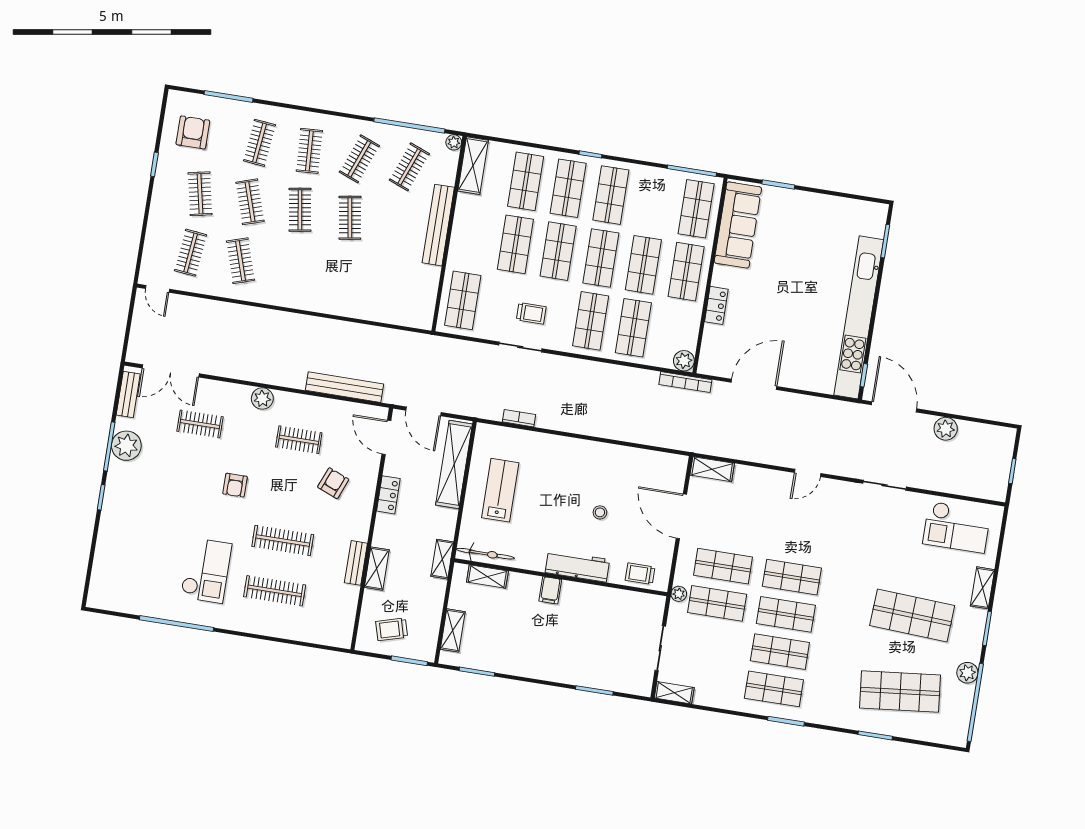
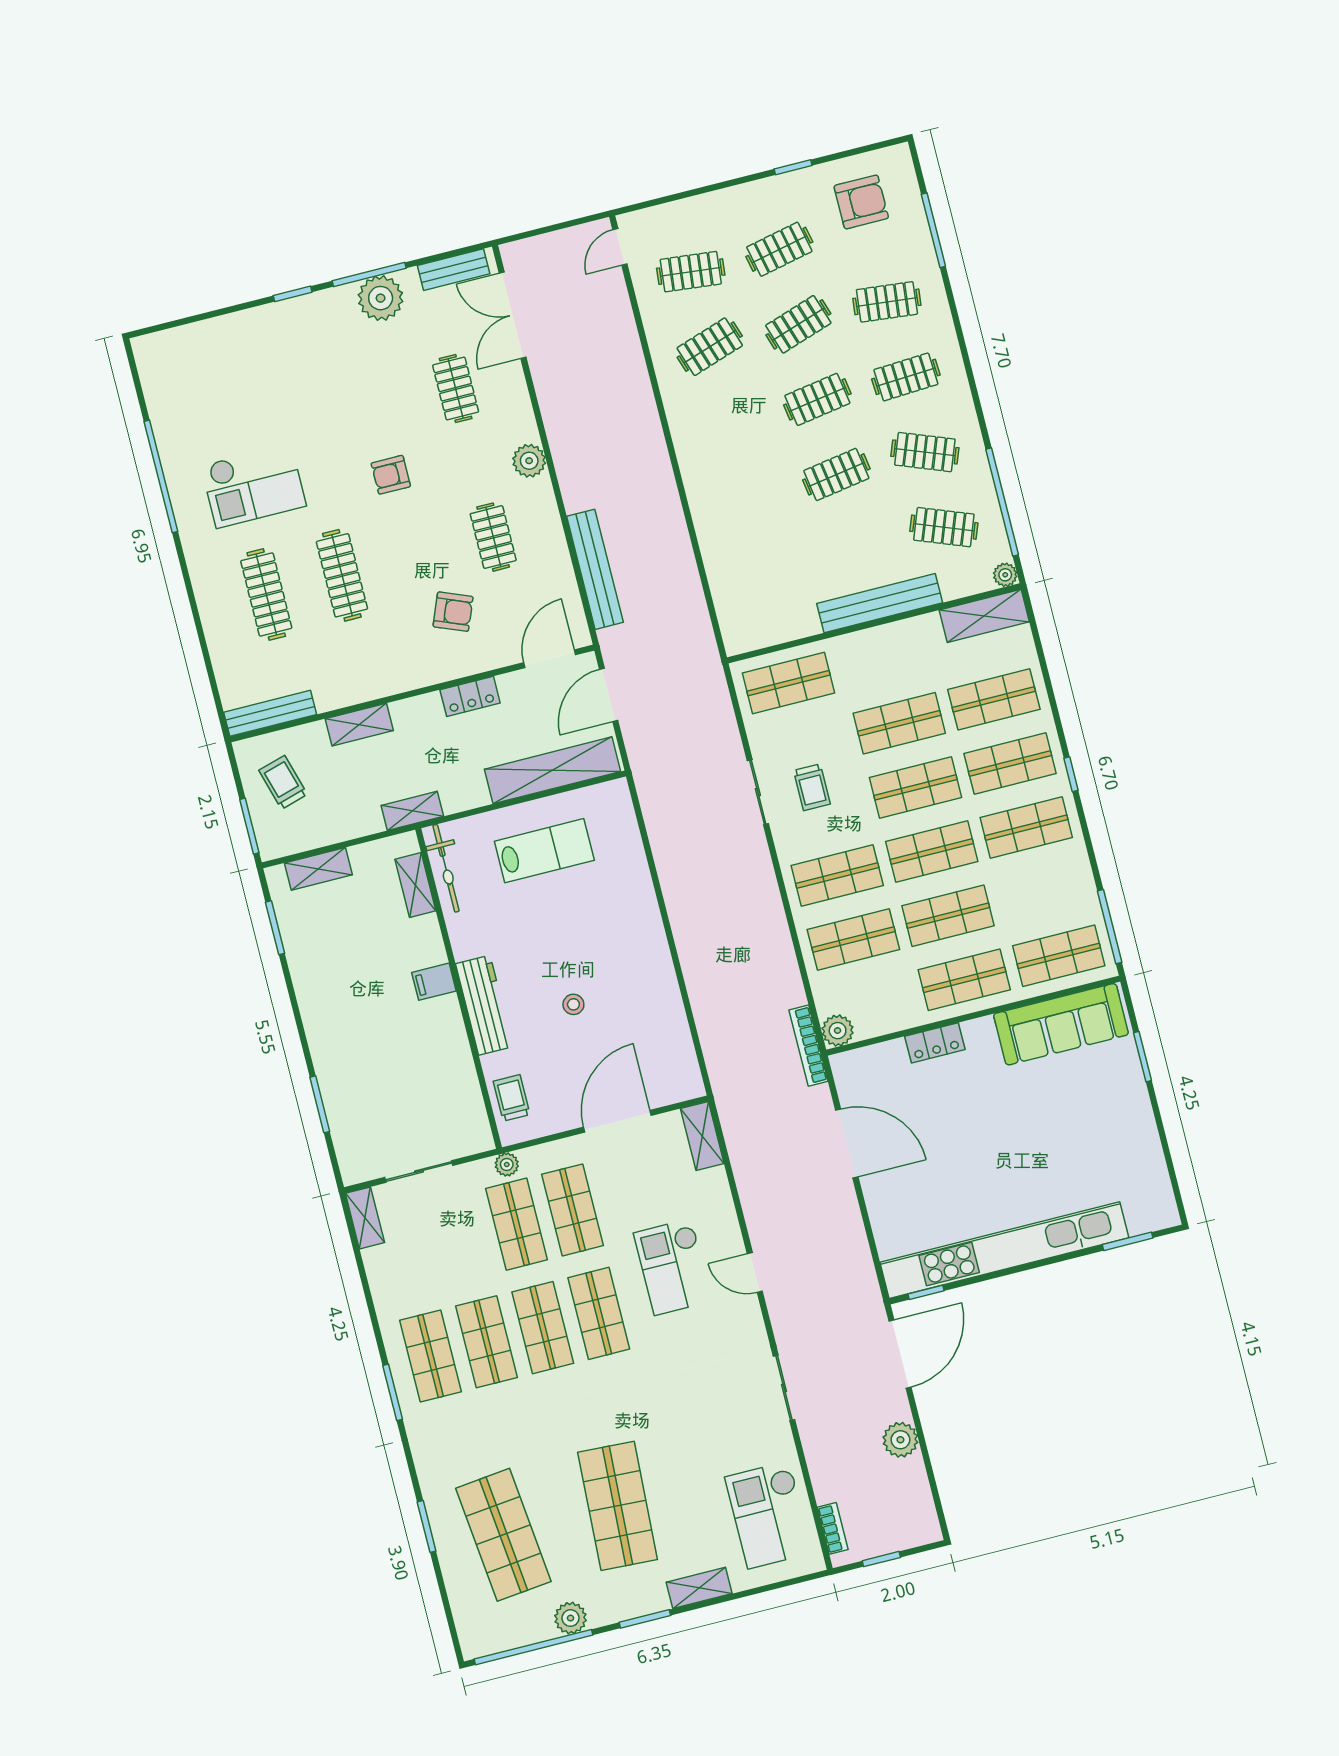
bookcase: (519, 418) -> (833, 1528), moved
checkout: (783, 521) -> (673, 1267), added
bench: (356, 563) -> (270, 713), moved, width x1.36

